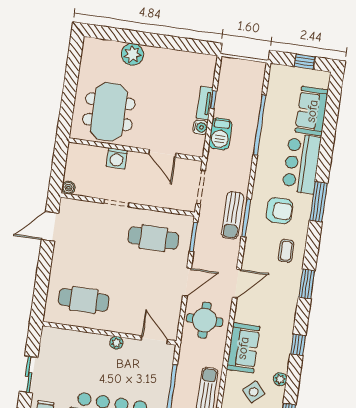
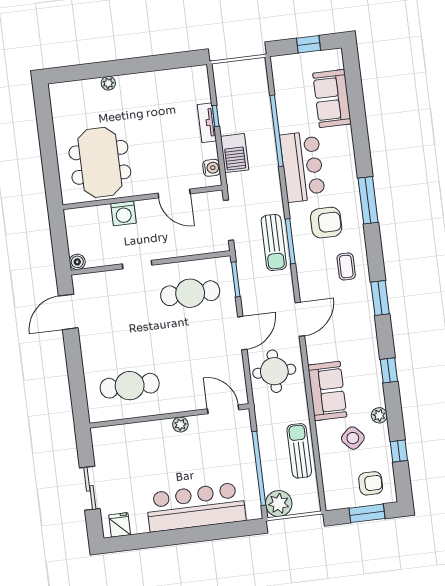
plant: (132, 54) -> (108, 83), width x0.53, depth x0.53
water cooler: (200, 127) -> (212, 168), moved
bar counter: (302, 164) -> (302, 167), moved, turned 180

